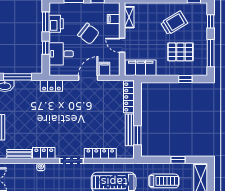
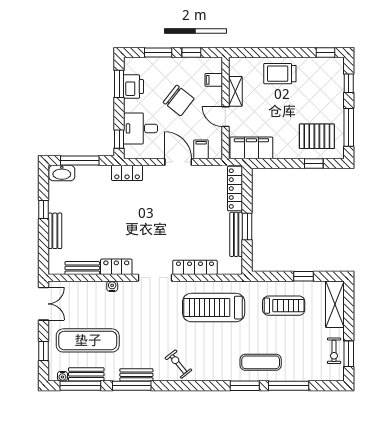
shelving: (129, 17) -> (235, 91), moved
trolley: (174, 23) -> (280, 74), moved, turned -149
window: (46, 48) -> (119, 139), moved
pallet: (180, 52) -> (317, 136), moved
door: (88, 78) -> (178, 162), hinge flipped
window: (138, 135) -> (247, 227), moved

